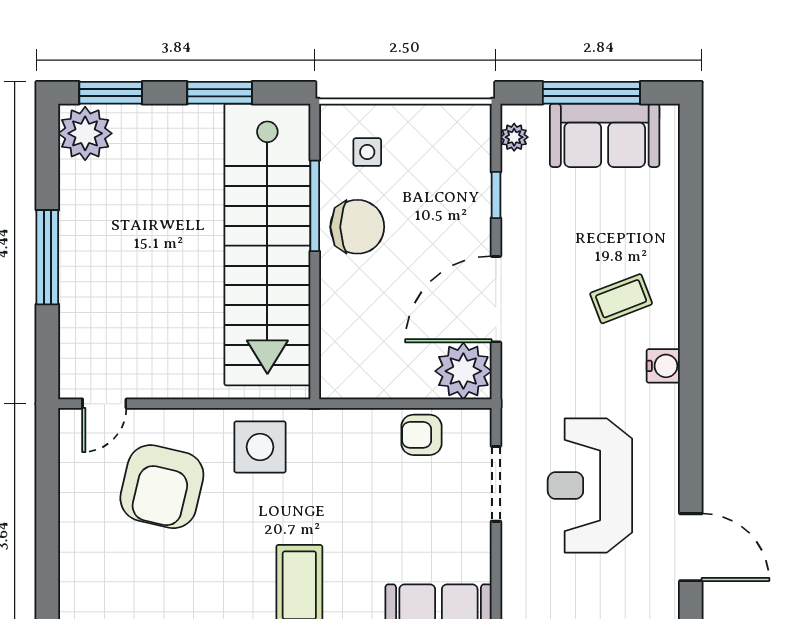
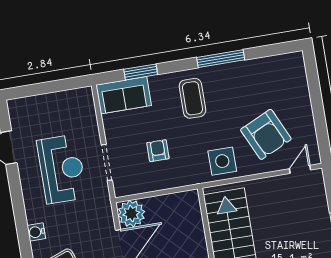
armchair: (421, 435) -> (158, 151), moved, turned -90
armchair: (162, 487) -> (266, 134), turned 142

